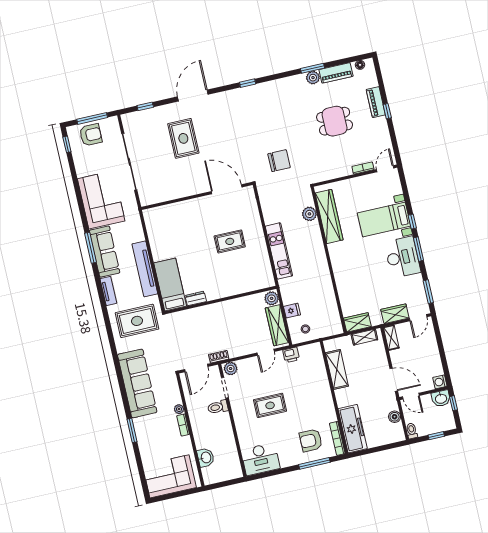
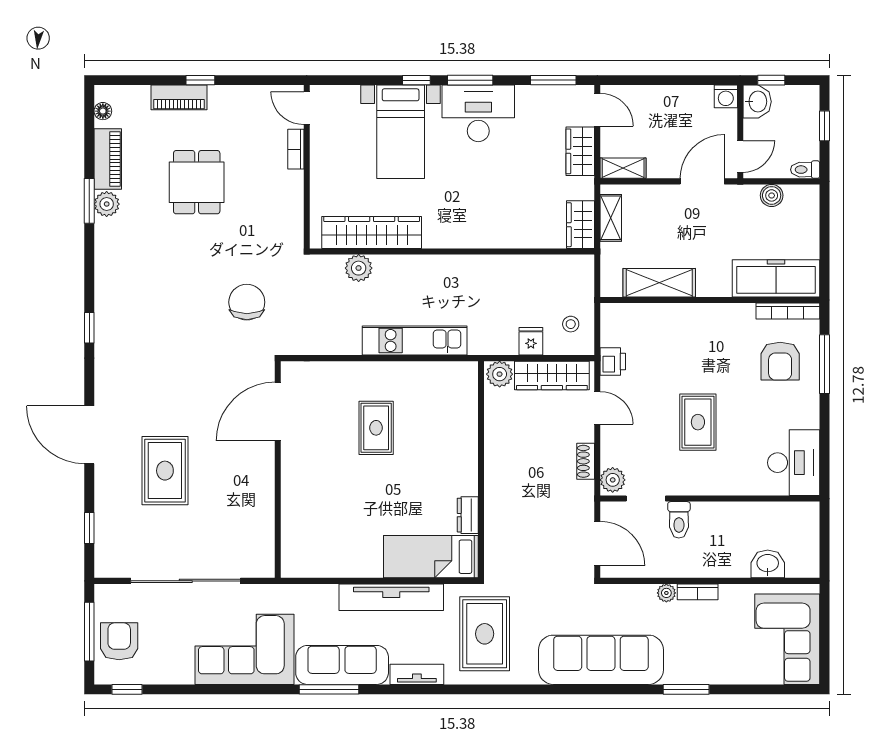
rug: (183, 138) -> (165, 471), turned 90
shoe rack: (219, 357) -> (586, 461), moved

